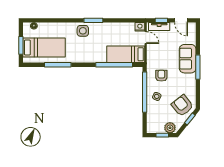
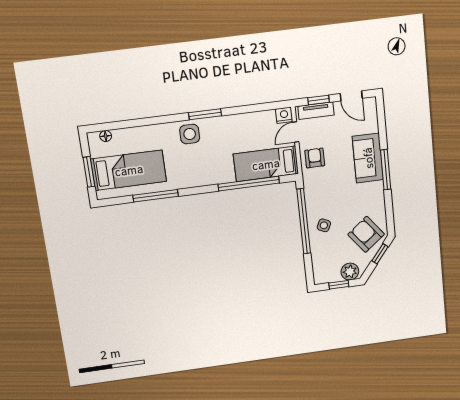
door: (146, 38) -> (296, 132), swing flipped
armchair: (161, 76) -> (315, 158), moved

